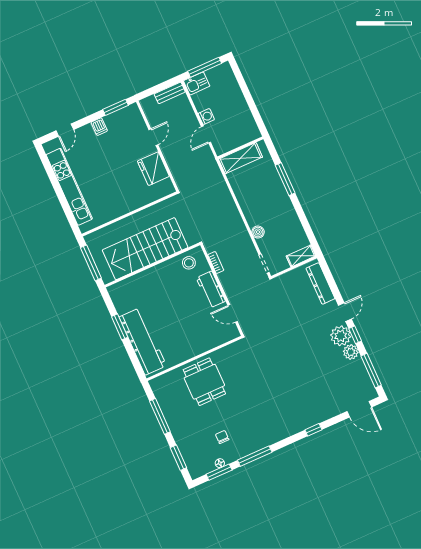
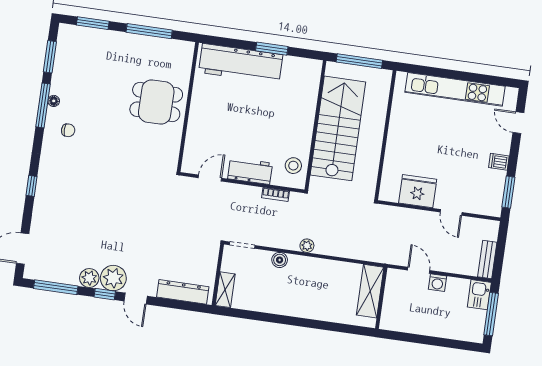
window: (285, 179) -> (318, 324), removed
plant: (237, 220) -> (307, 246), added
chair: (222, 437) -> (68, 130), moved
floor lamp: (220, 463) -> (54, 101), moved

